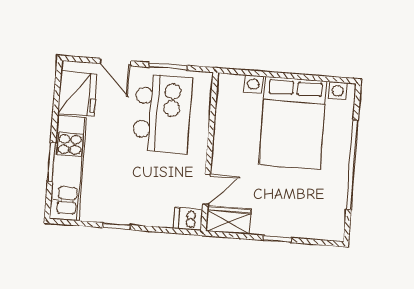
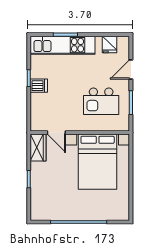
fridge: (77, 94) -> (109, 44), width x0.53, depth x0.75
kitchen island: (162, 114) -> (101, 101), width x0.73, depth x0.78
bed with nightstands: (293, 123) -> (98, 162), moved, turned -90
dishwasher: (188, 219) -> (39, 86), moved, turned 90

